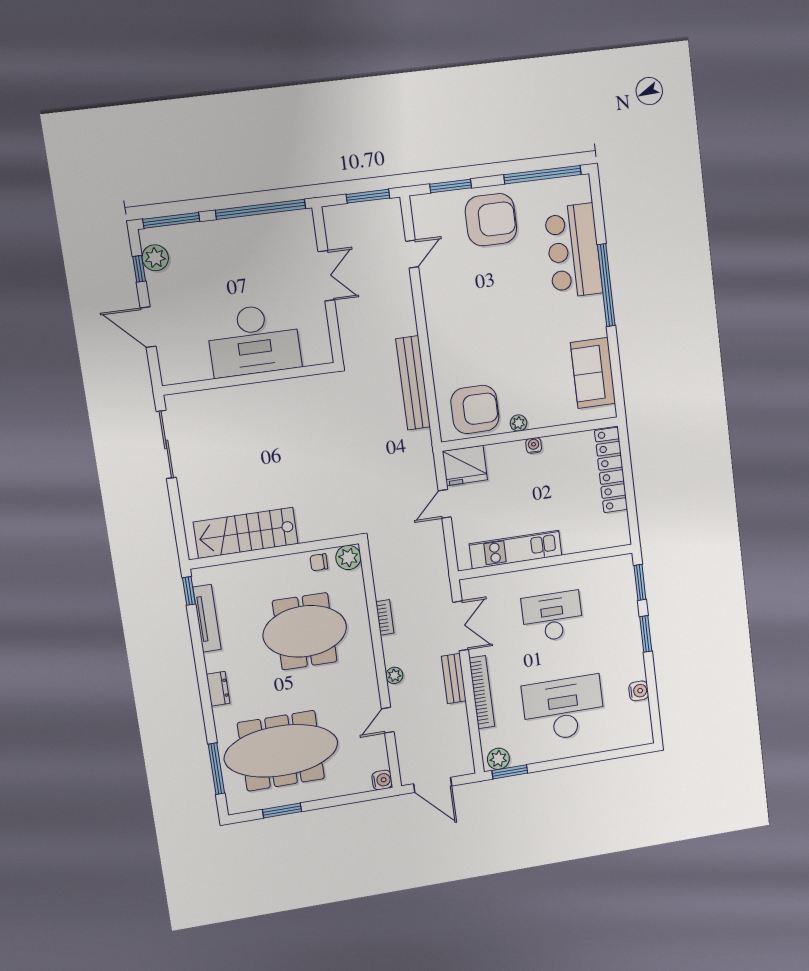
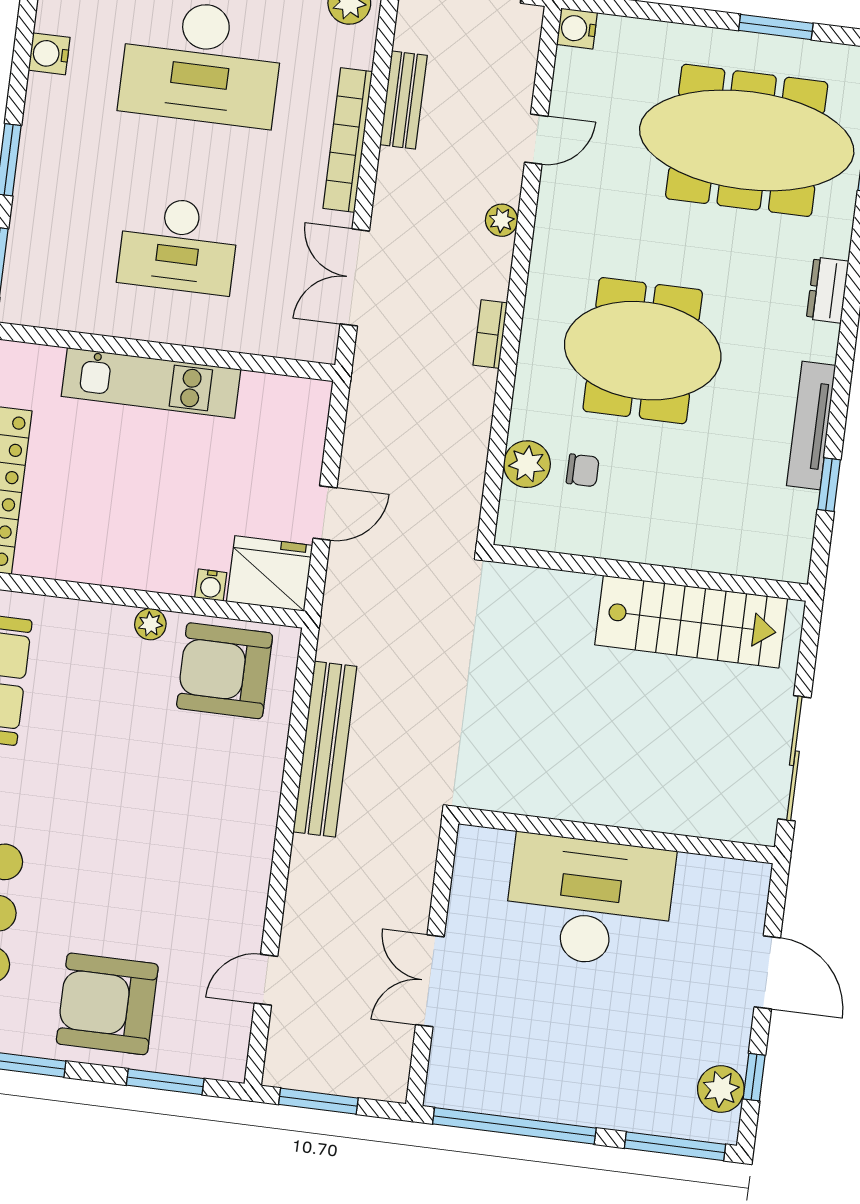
water cooler: (534, 445) -> (211, 585), moved
stairs: (246, 533) -> (691, 622), moved
kitchen unit: (516, 550) -> (151, 383), moved
wall: (274, 552) -> (650, 573), moved
bench: (454, 679) -> (404, 100), moved

